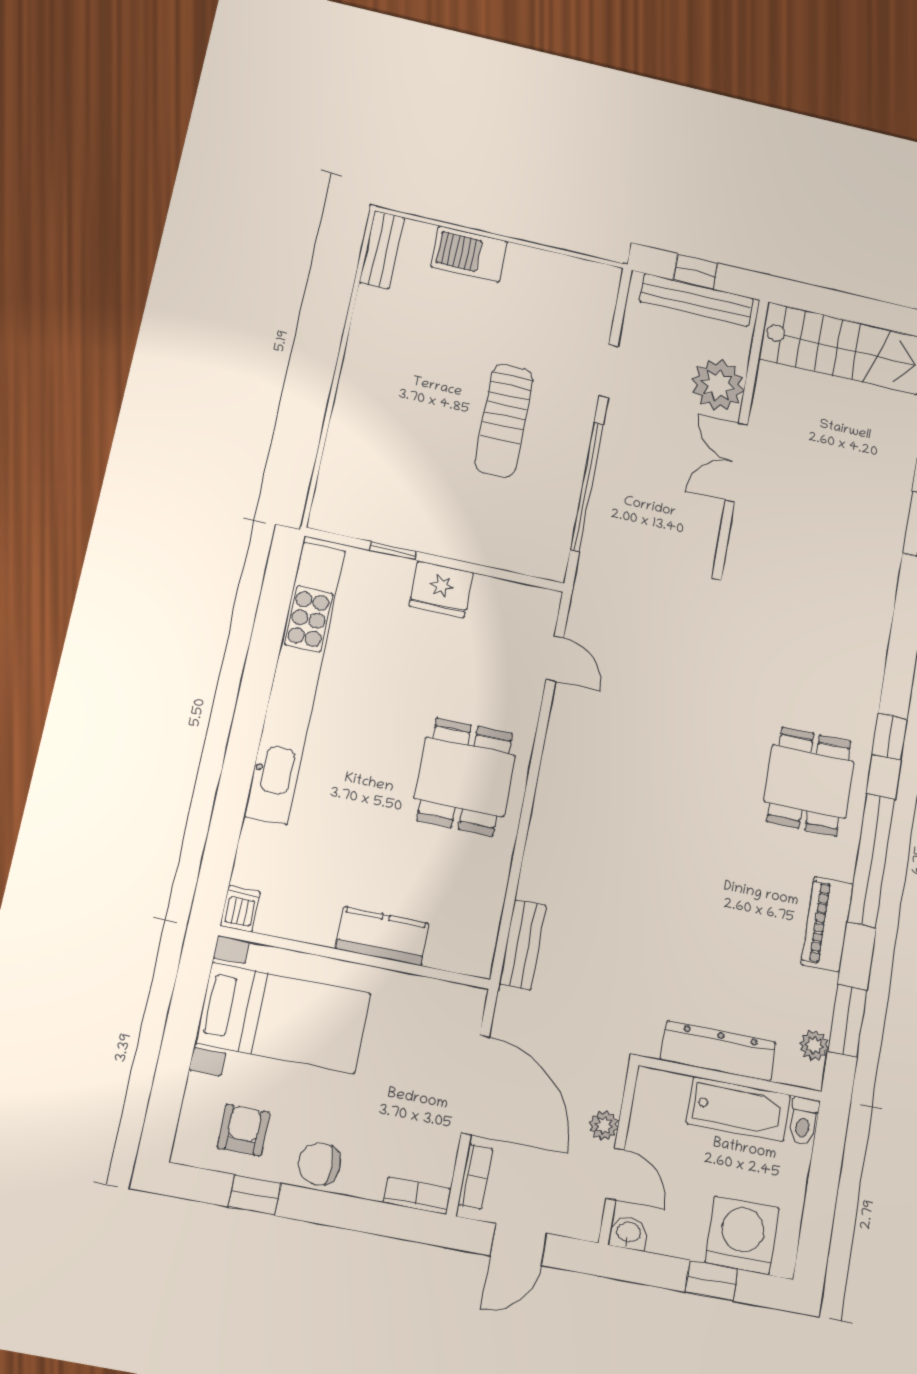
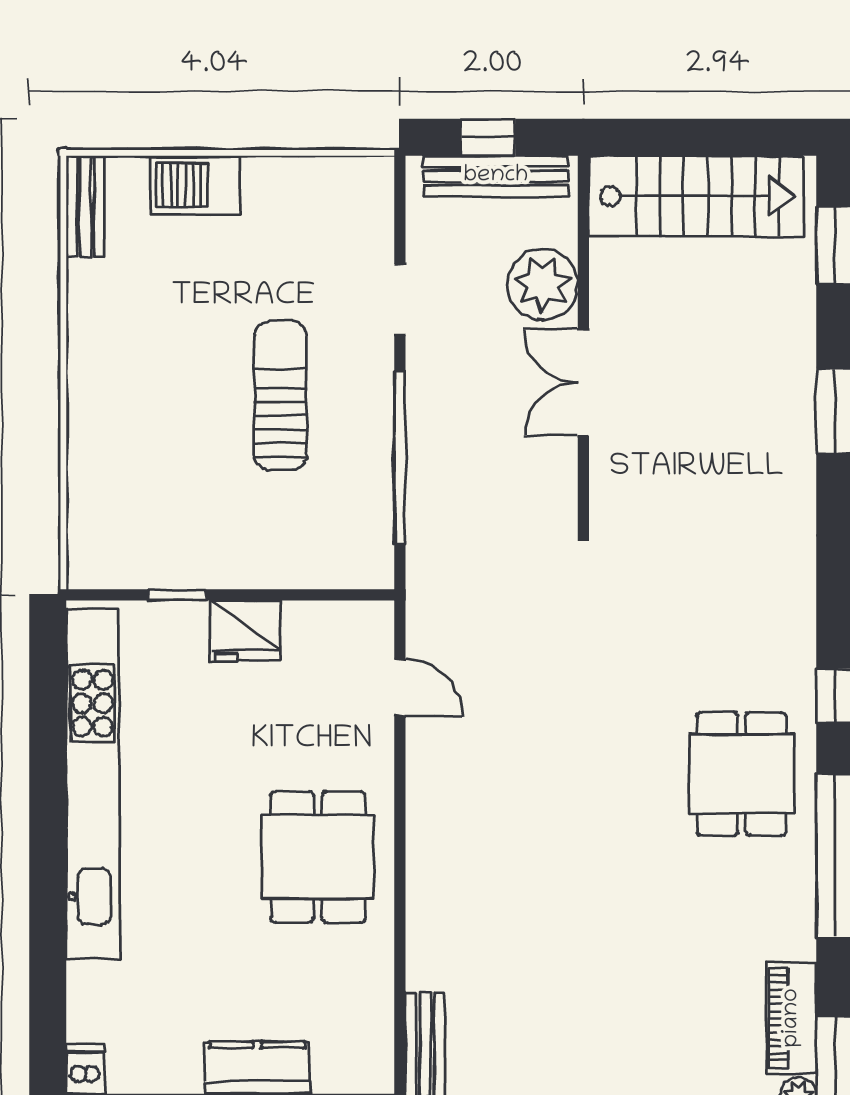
sun lounger: (504, 420) -> (281, 396), turned 180
piano: (827, 924) -> (792, 1018), moved

